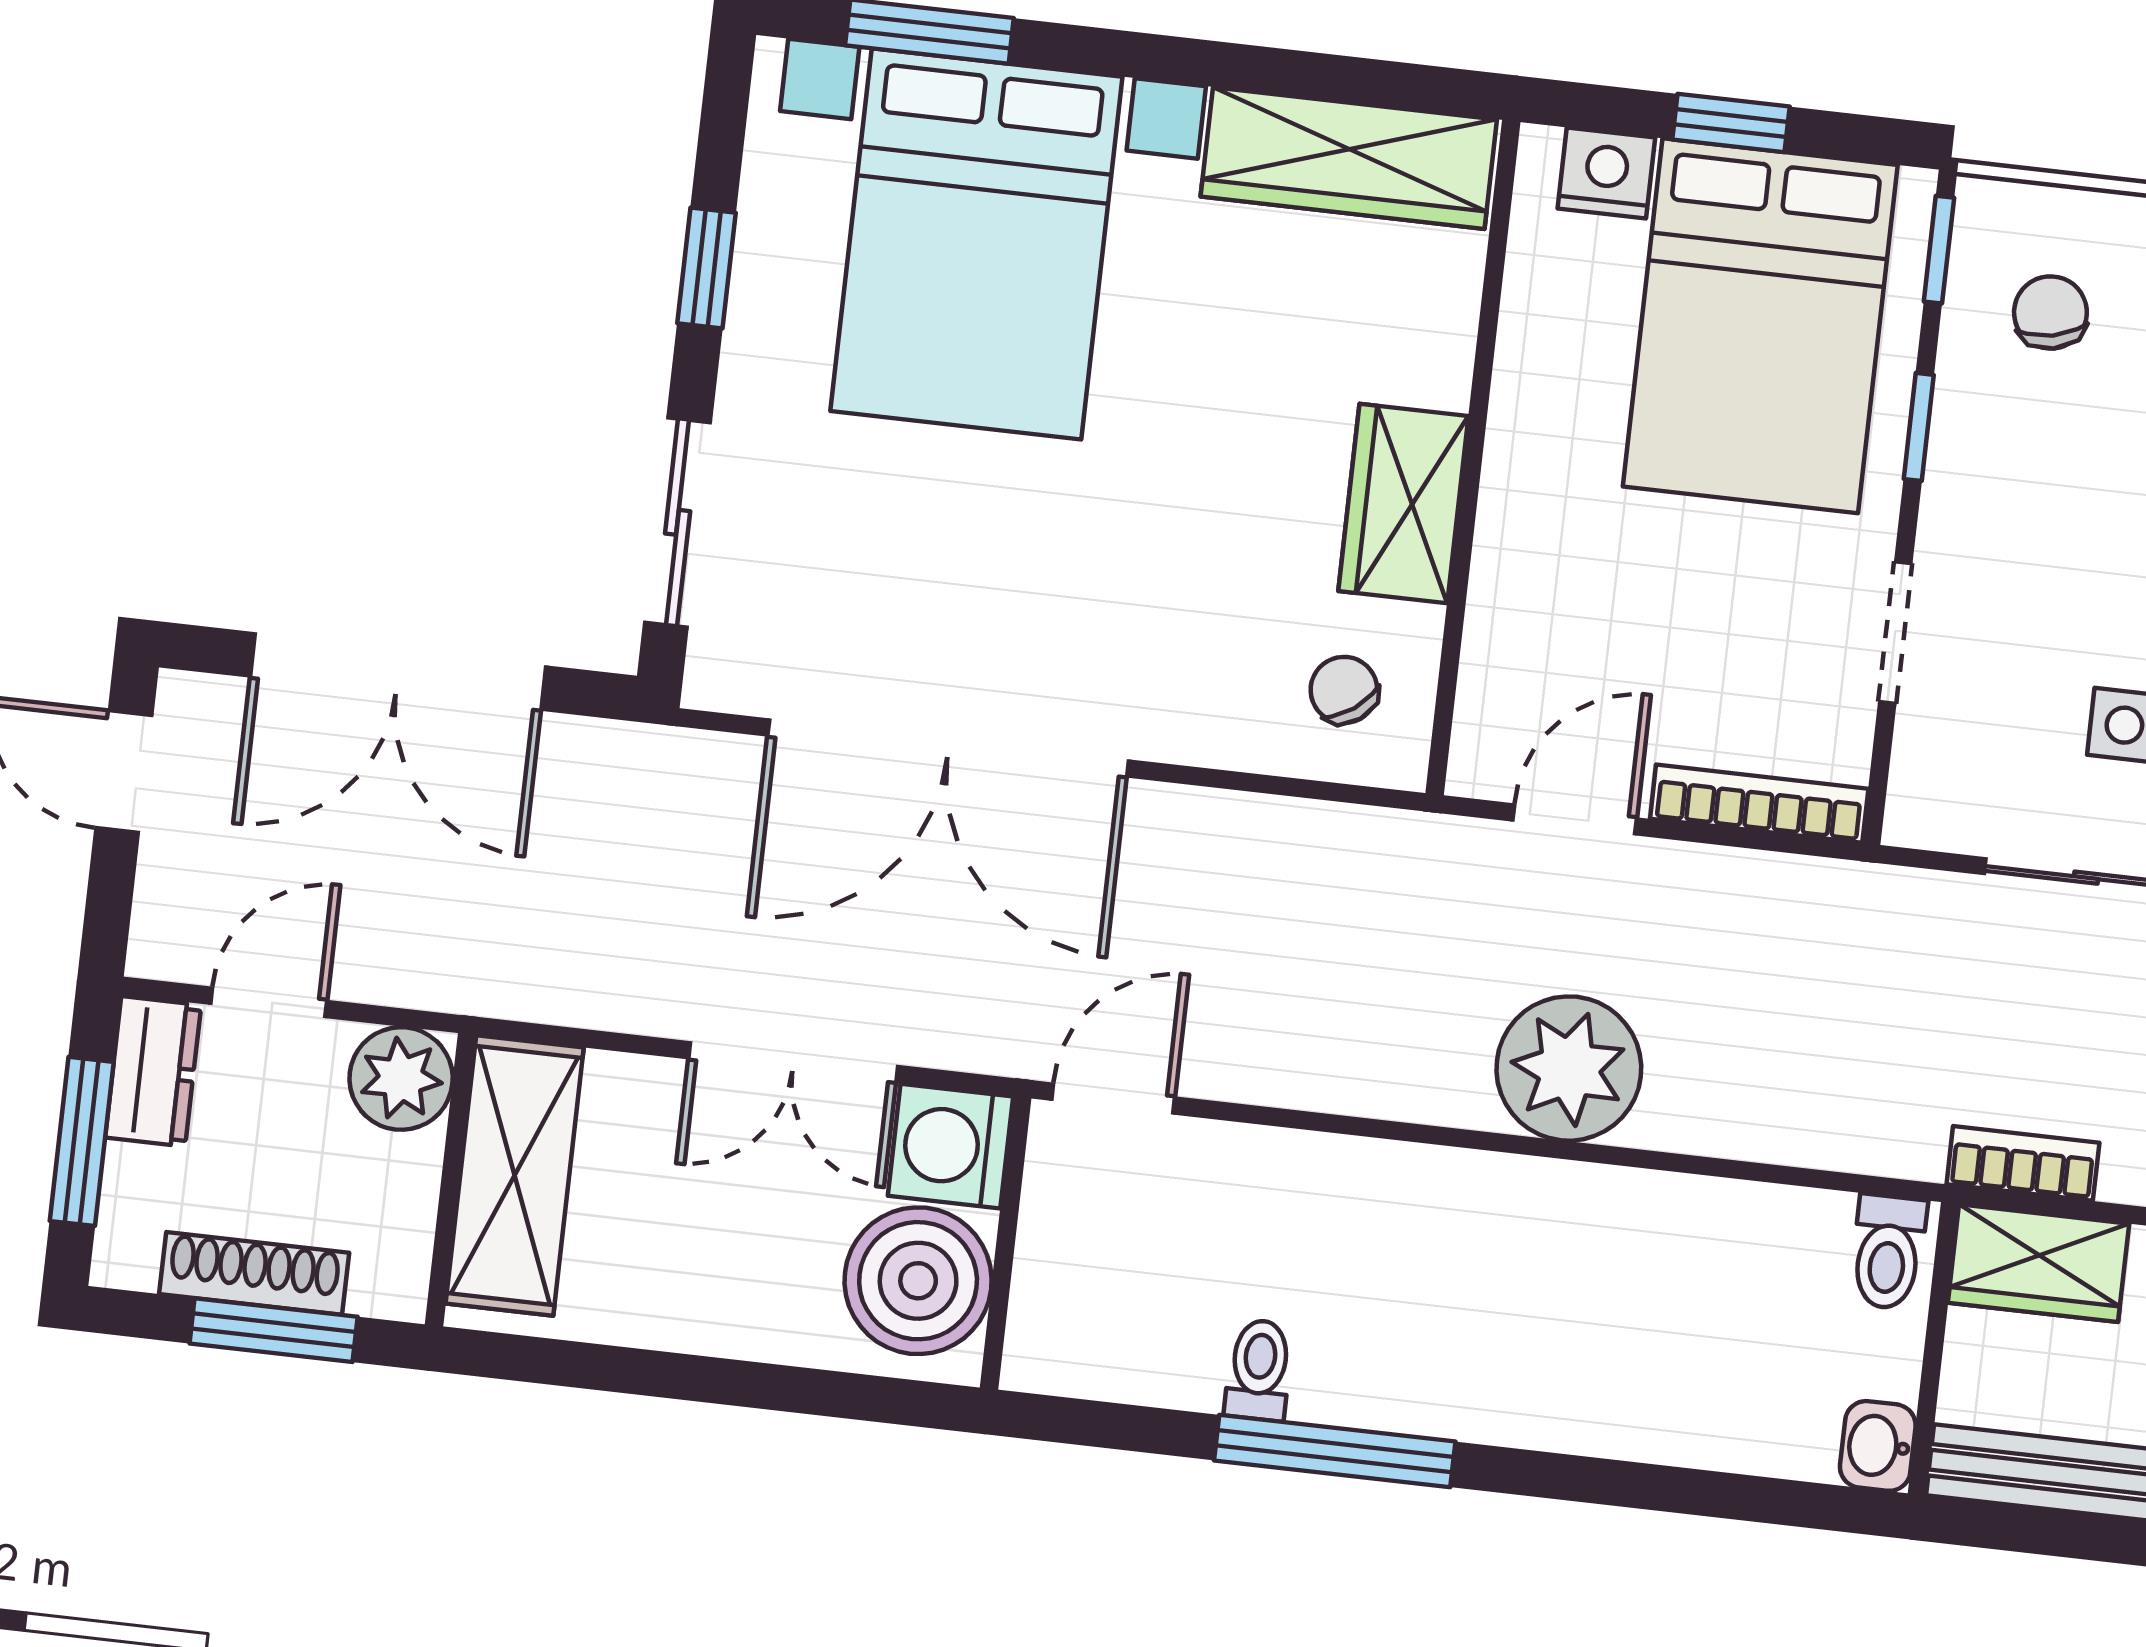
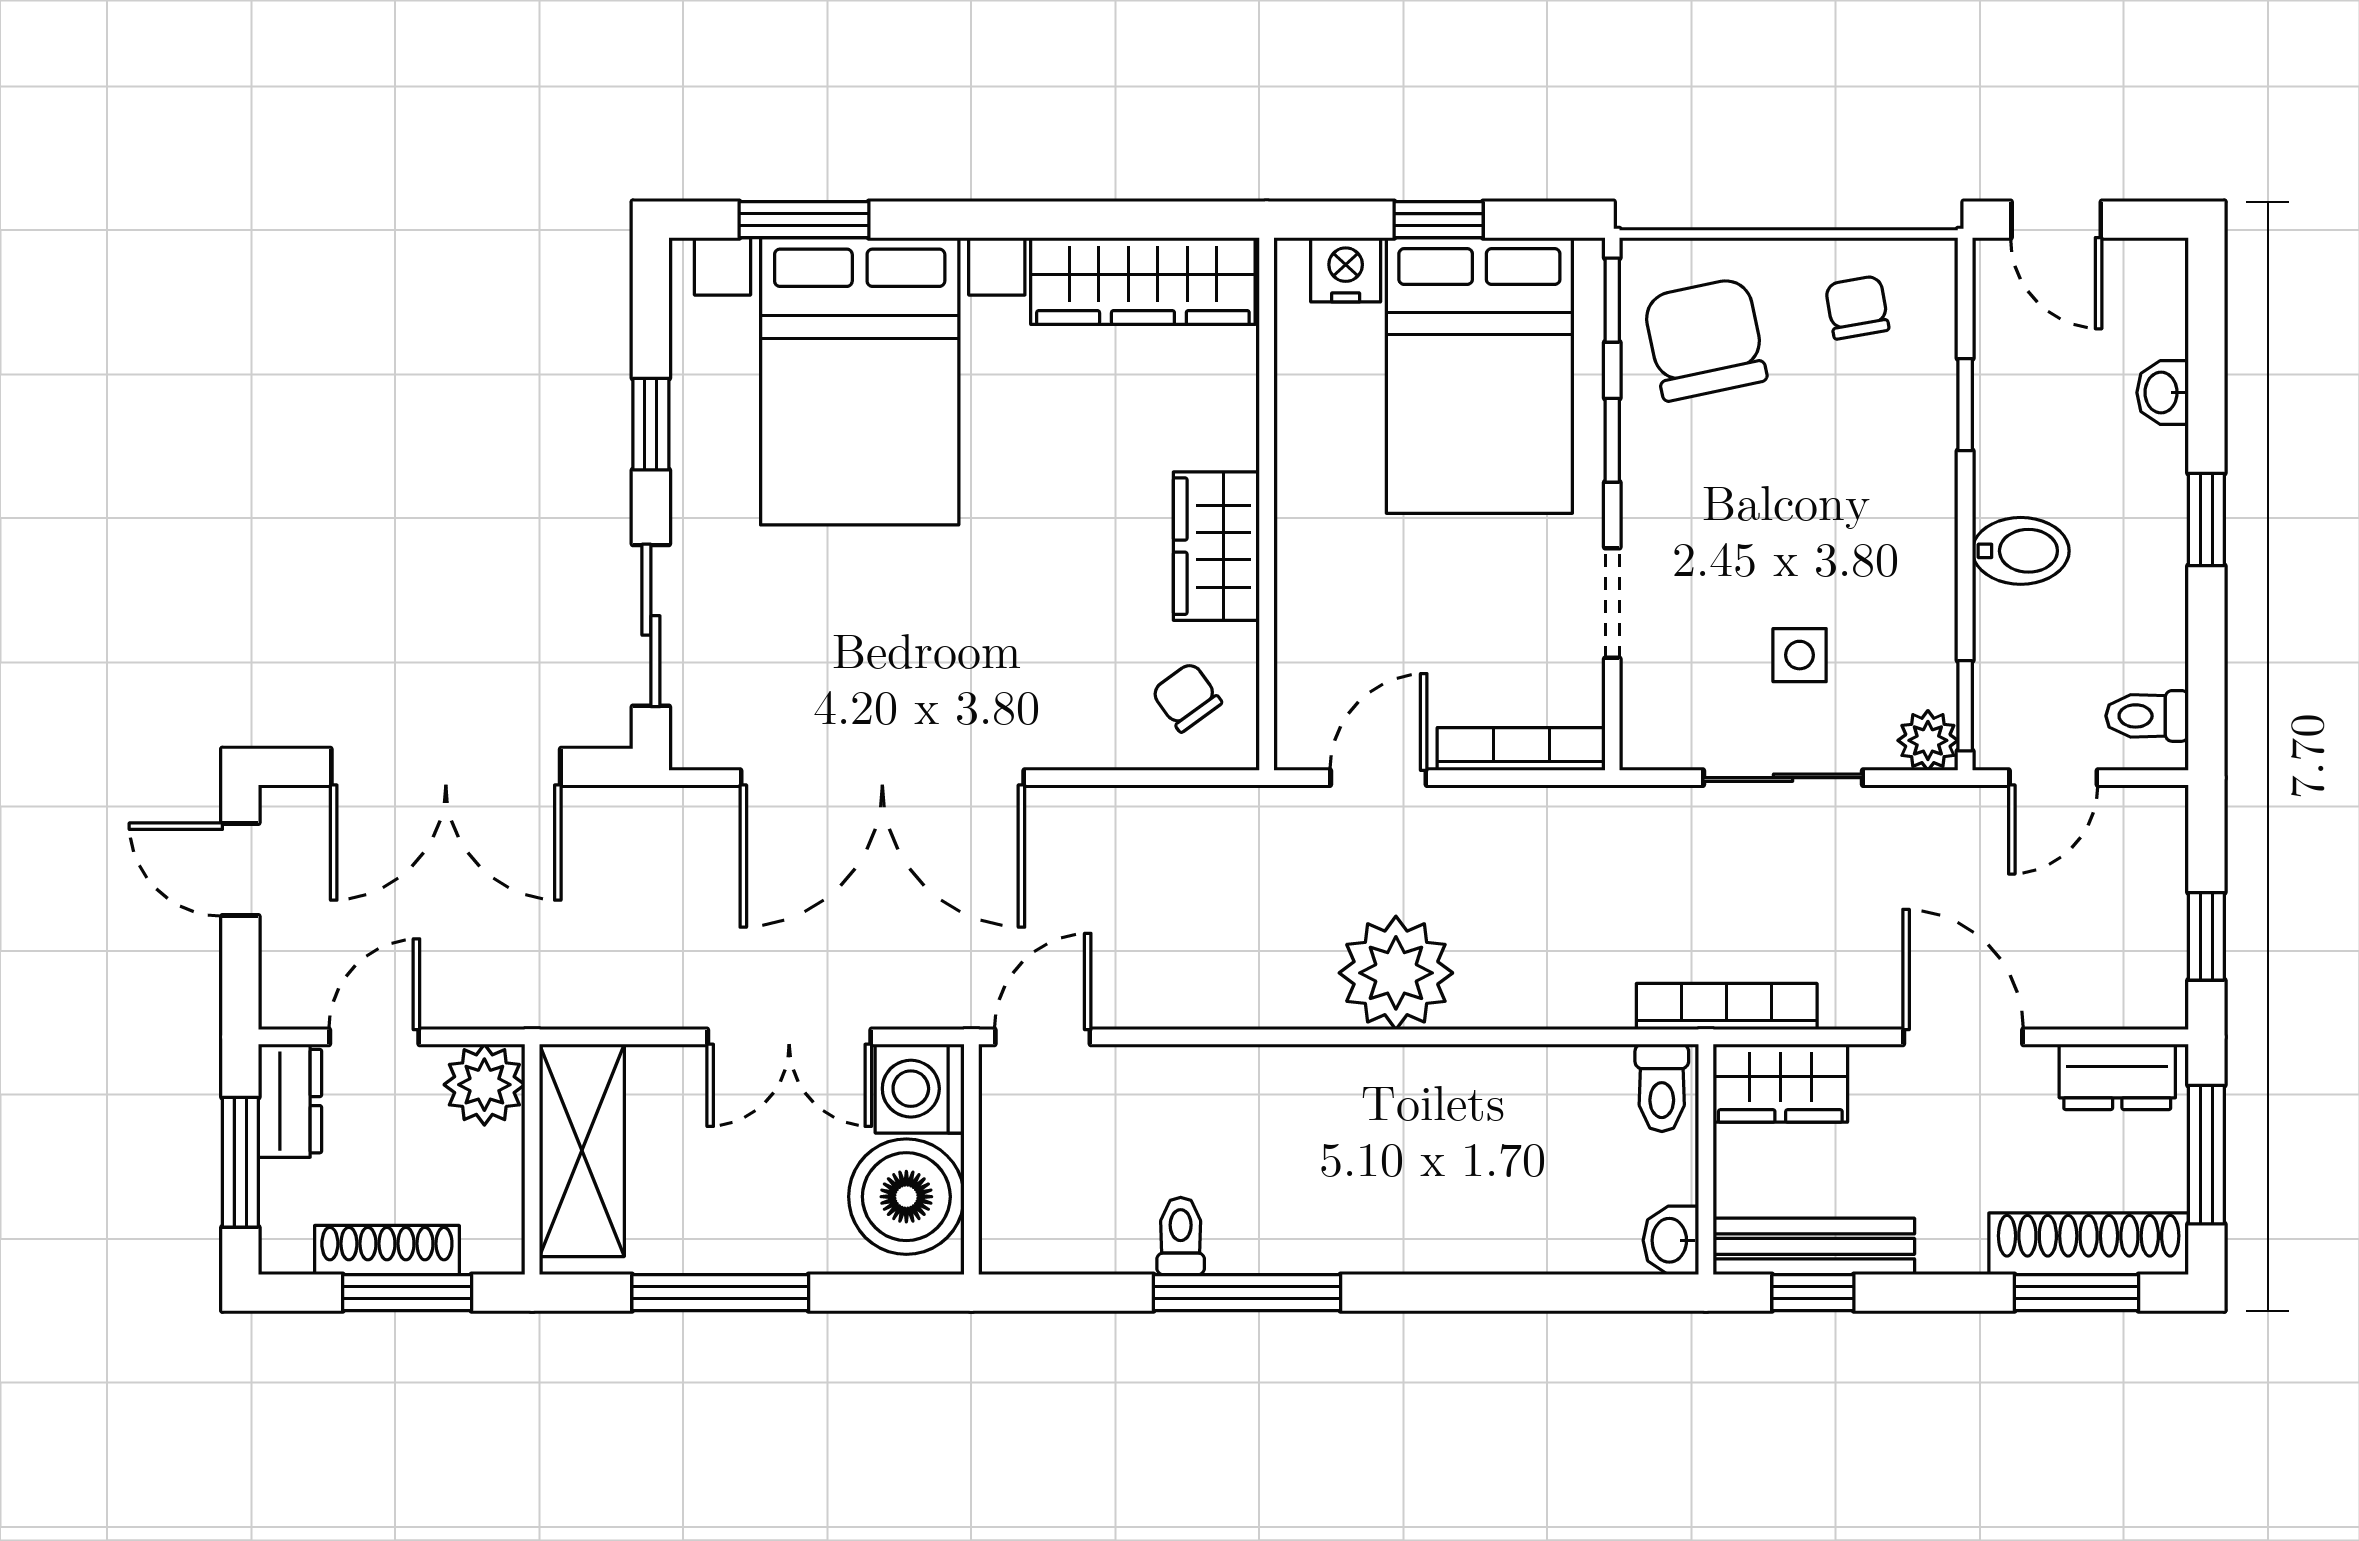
chair: (2050, 312) -> (1705, 339), width x1.87, depth x1.87
bookcase: (2023, 1163) -> (1727, 1007), width x1.56
window: (669, 1375) -> (720, 1293), added
window: (2050, 1532) -> (1813, 1293), added

